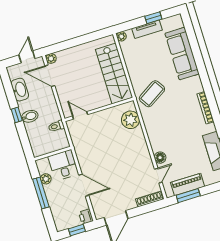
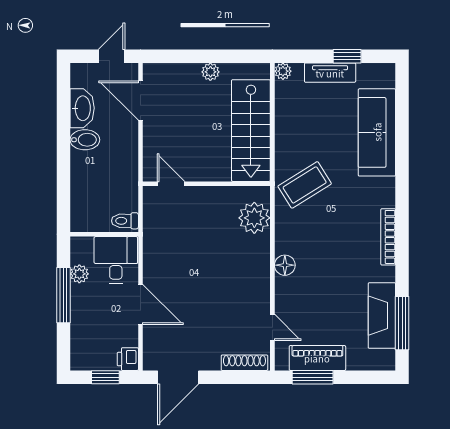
plant: (51, 58) -> (210, 72), moved
window: (17, 115) -> (64, 150), removed
bidet: (30, 116) -> (85, 140), moved
toilet: (56, 126) -> (125, 221), moved
floor lamp: (160, 158) -> (285, 265), moved
door: (158, 176) -> (272, 327), hinge flipped

